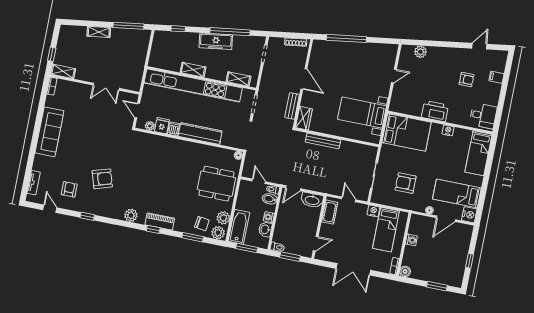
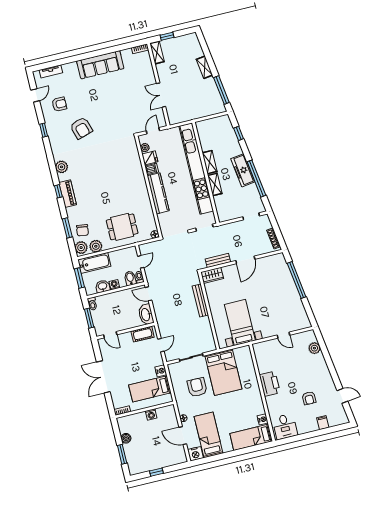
shelving: (238, 79) -> (215, 184), moved
nightstand: (448, 130) -> (263, 419), moved
bed: (407, 132) -> (223, 372), moved
dining table: (216, 184) -> (122, 227), width x0.73
boiler: (405, 271) -> (126, 438), moved

